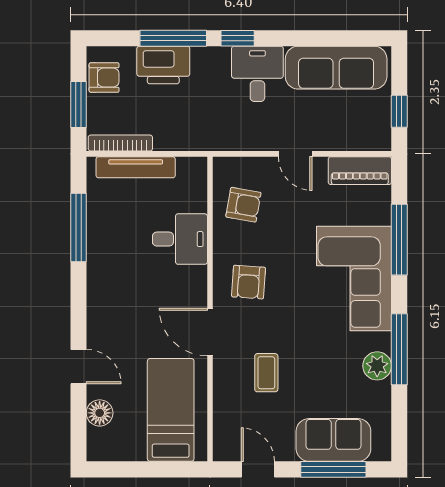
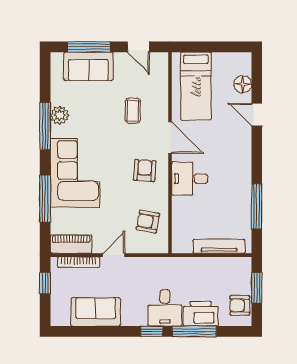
sofa: (336, 68) -> (96, 312), width x0.73
desk: (257, 74) -> (165, 308), moved
bookcase: (120, 143) -> (78, 262), moved
door: (295, 154) -> (114, 255), hinge flipped
desk: (180, 239) -> (190, 179), moved

